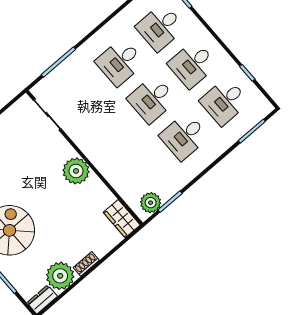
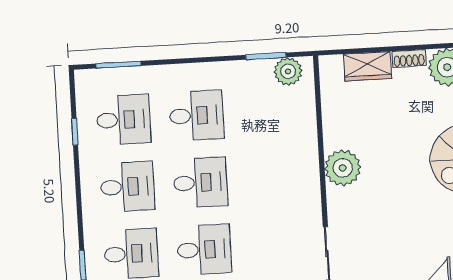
wardrobe: (122, 219) -> (368, 66), moved, turned 90

